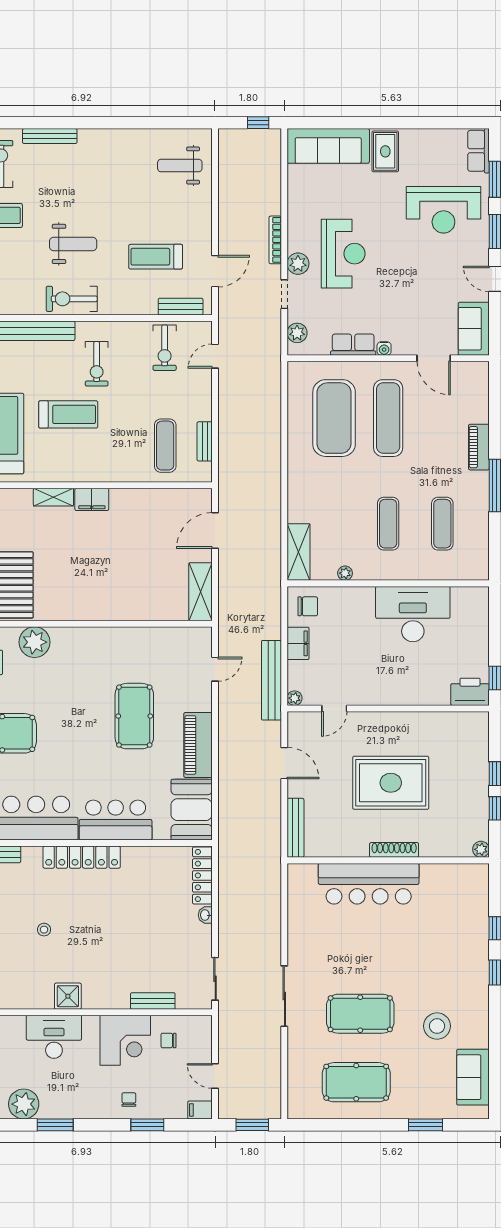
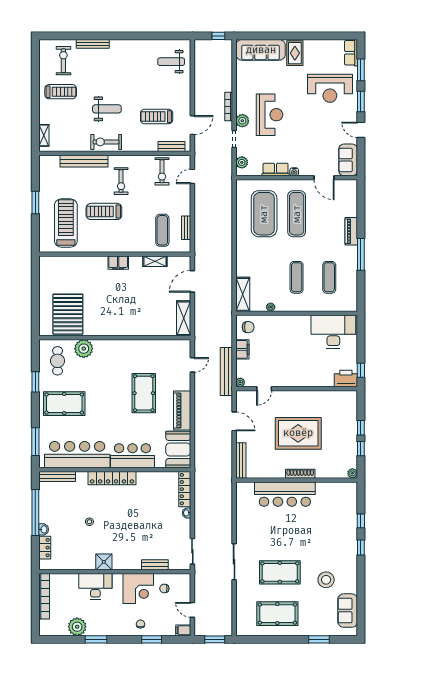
treadmill: (68, 414) -> (104, 211), turned 180
shelving: (53, 497) -> (155, 261), moved
desk: (413, 614) -> (333, 332), moved

